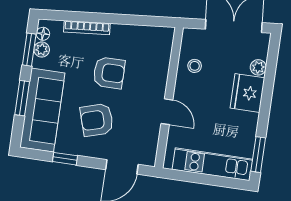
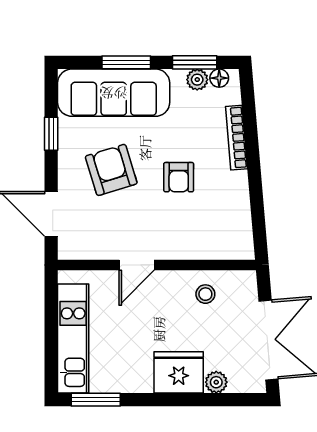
armchair: (109, 73) -> (179, 177), width x0.72, depth x0.72

